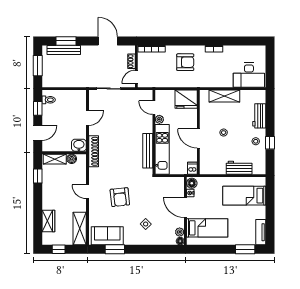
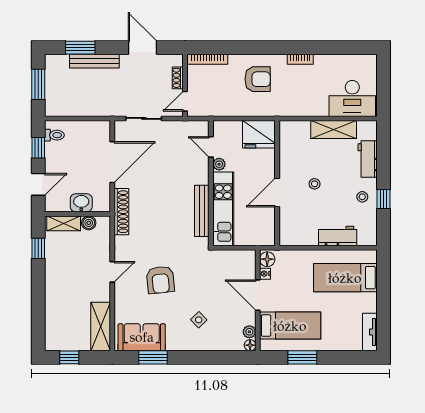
bench: (64, 50) -> (94, 61), moved
shelving: (224, 96) -> (334, 129), moved
door: (87, 118) -> (112, 162), width x1.88
door: (198, 138) -> (277, 193), hinge flipped
washbasin: (79, 145) -> (81, 203), moved
dishwasher: (192, 168) -> (268, 237), removed
door: (87, 192) -> (112, 272), swing flipped
wardrobe: (48, 221) -> (54, 315), removed
window: (245, 249) -> (302, 357), moved

